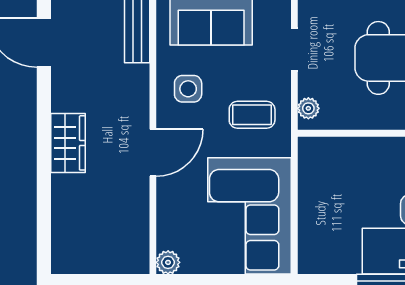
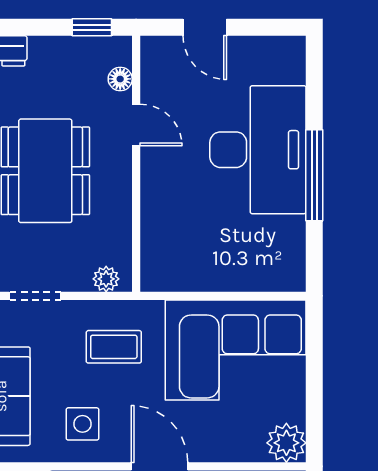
coffee table: (252, 115) -> (114, 347), turned 90
plant: (168, 262) -> (286, 443), width x1.38, depth x1.38

